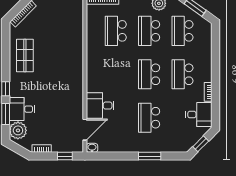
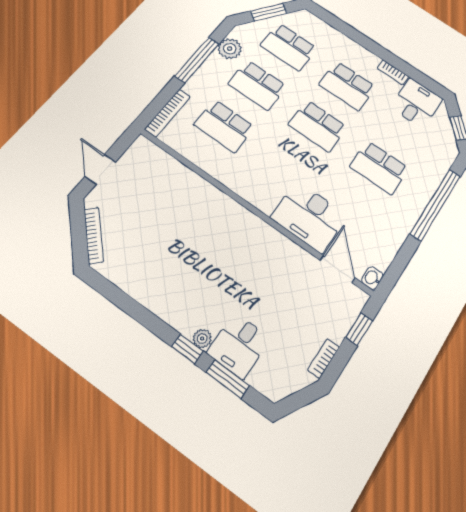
shop shelf: (25, 55) -> (159, 279), removed
desk: (100, 106) -> (309, 216), width x1.37
plant: (18, 130) -> (202, 338), moved, width x0.53, depth x0.53
window: (150, 156) -> (436, 205), width x2.11

